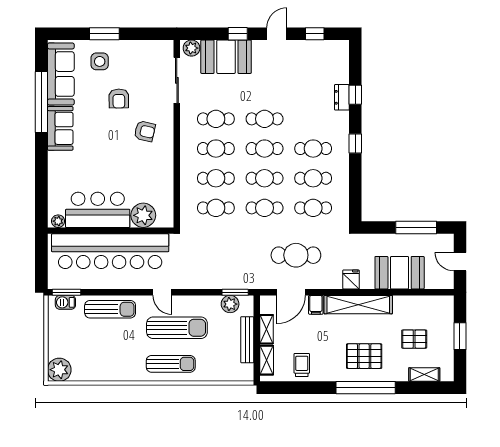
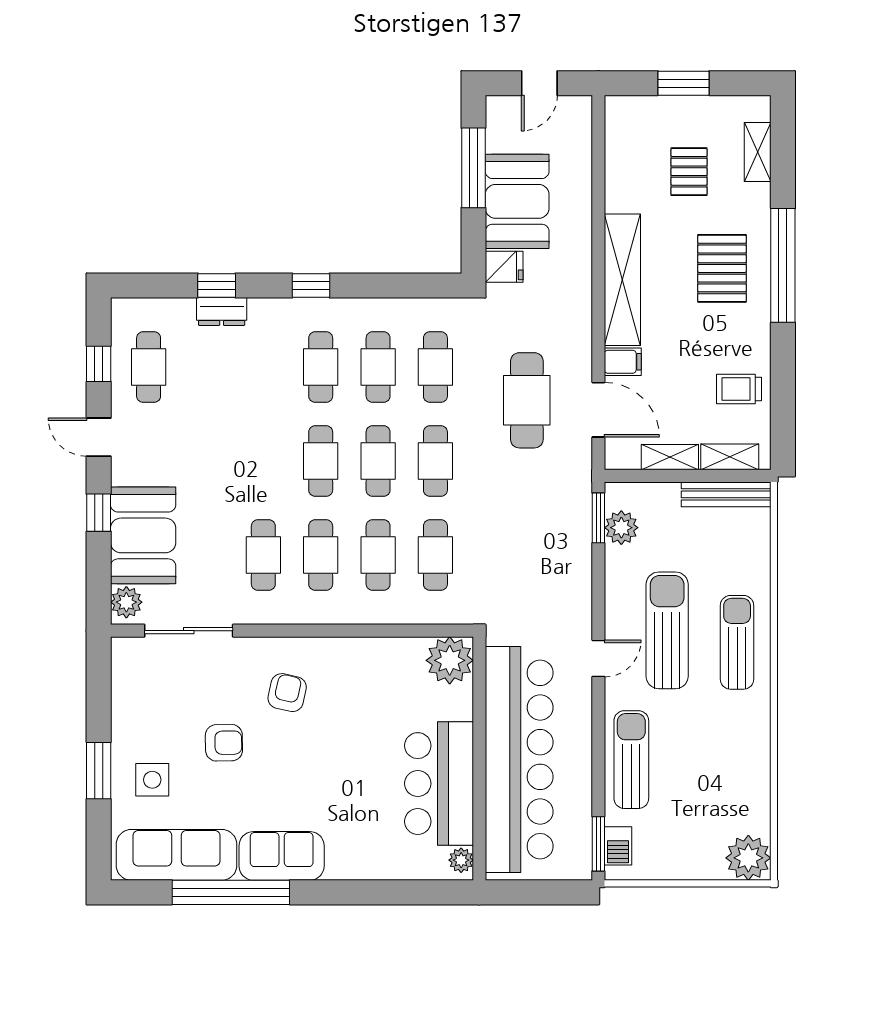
cafe table: (265, 119) -> (149, 367), moved
plant: (143, 215) -> (450, 660), moved
booth: (400, 273) -> (517, 201), moved
fridge: (351, 279) -> (504, 267), moved, turned 180
bench: (247, 340) -> (726, 494), moved

